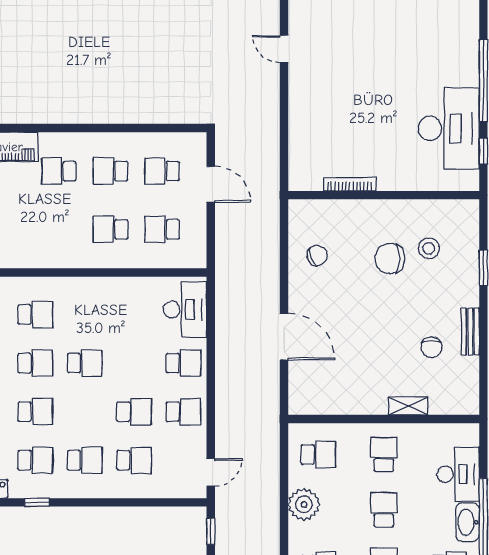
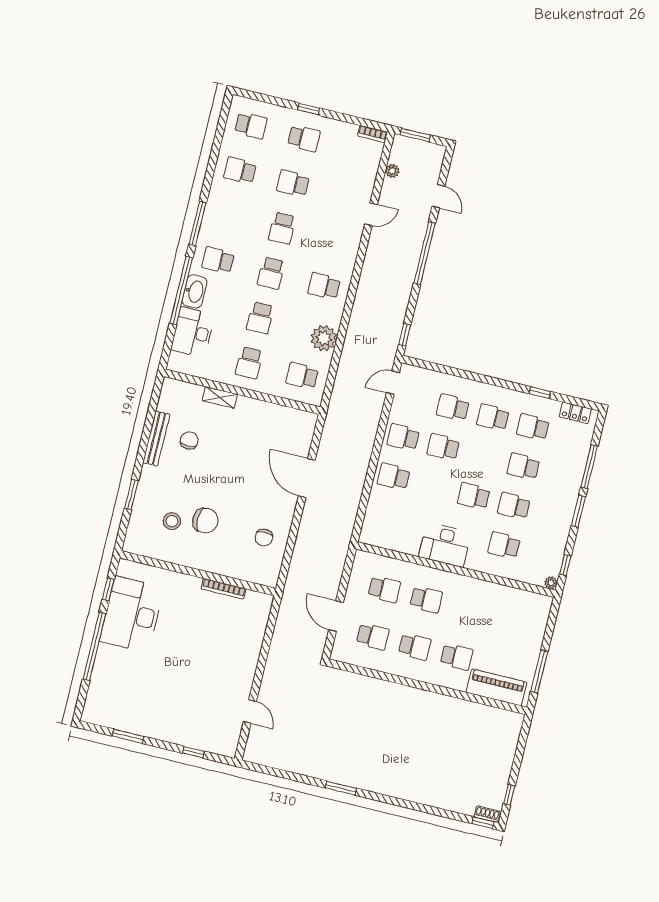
chair: (317, 255) -> (264, 537), turned -68
desk: (185, 310) -> (445, 545), moved, turned -90
bench: (470, 332) -> (156, 438), width x1.36

